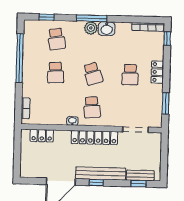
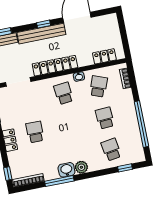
window: (92, 18) -> (59, 181), moved
school desk: (93, 74) -> (99, 86), moved, turned 39

